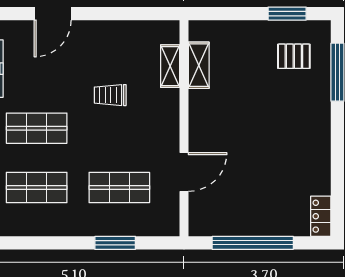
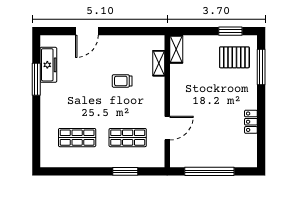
pallet: (294, 56) -> (234, 57), width x1.50, depth x1.42
shelving: (199, 65) -> (176, 49), moved
shop shelf: (37, 128) -> (77, 101), removed
locker: (321, 216) -> (251, 122), moved

